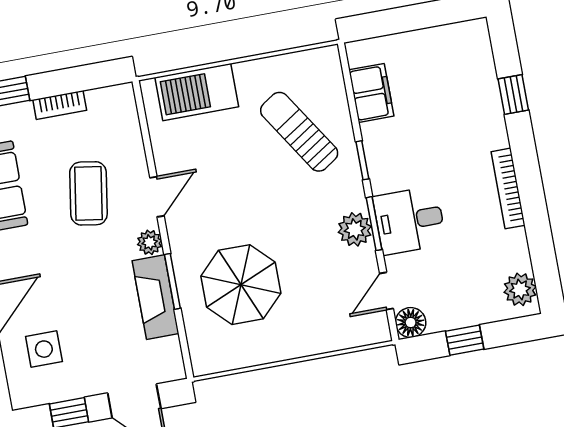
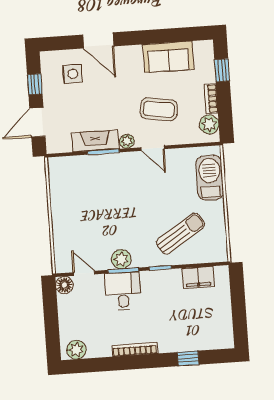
plant: (105, 103) -> (209, 124), added
parasol: (241, 285) -> (97, 191), removed
window: (465, 340) -> (51, 315), removed

